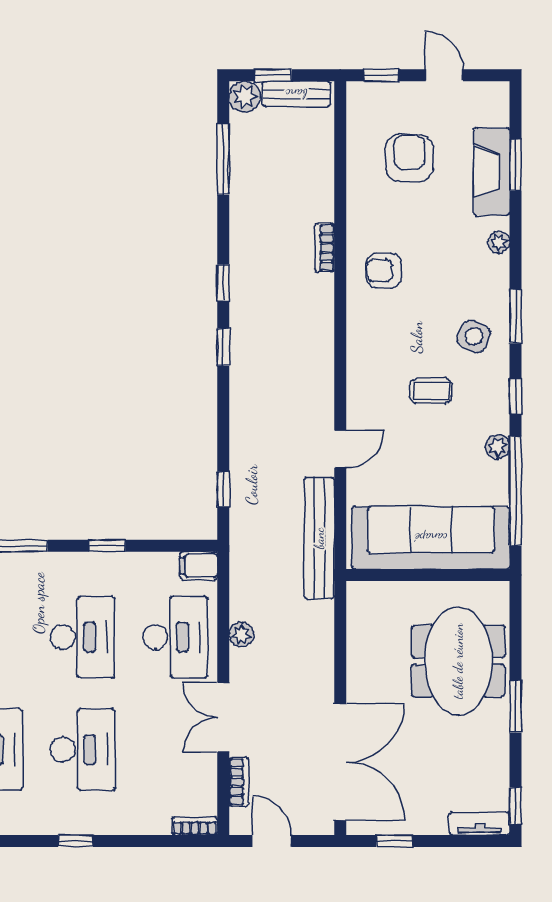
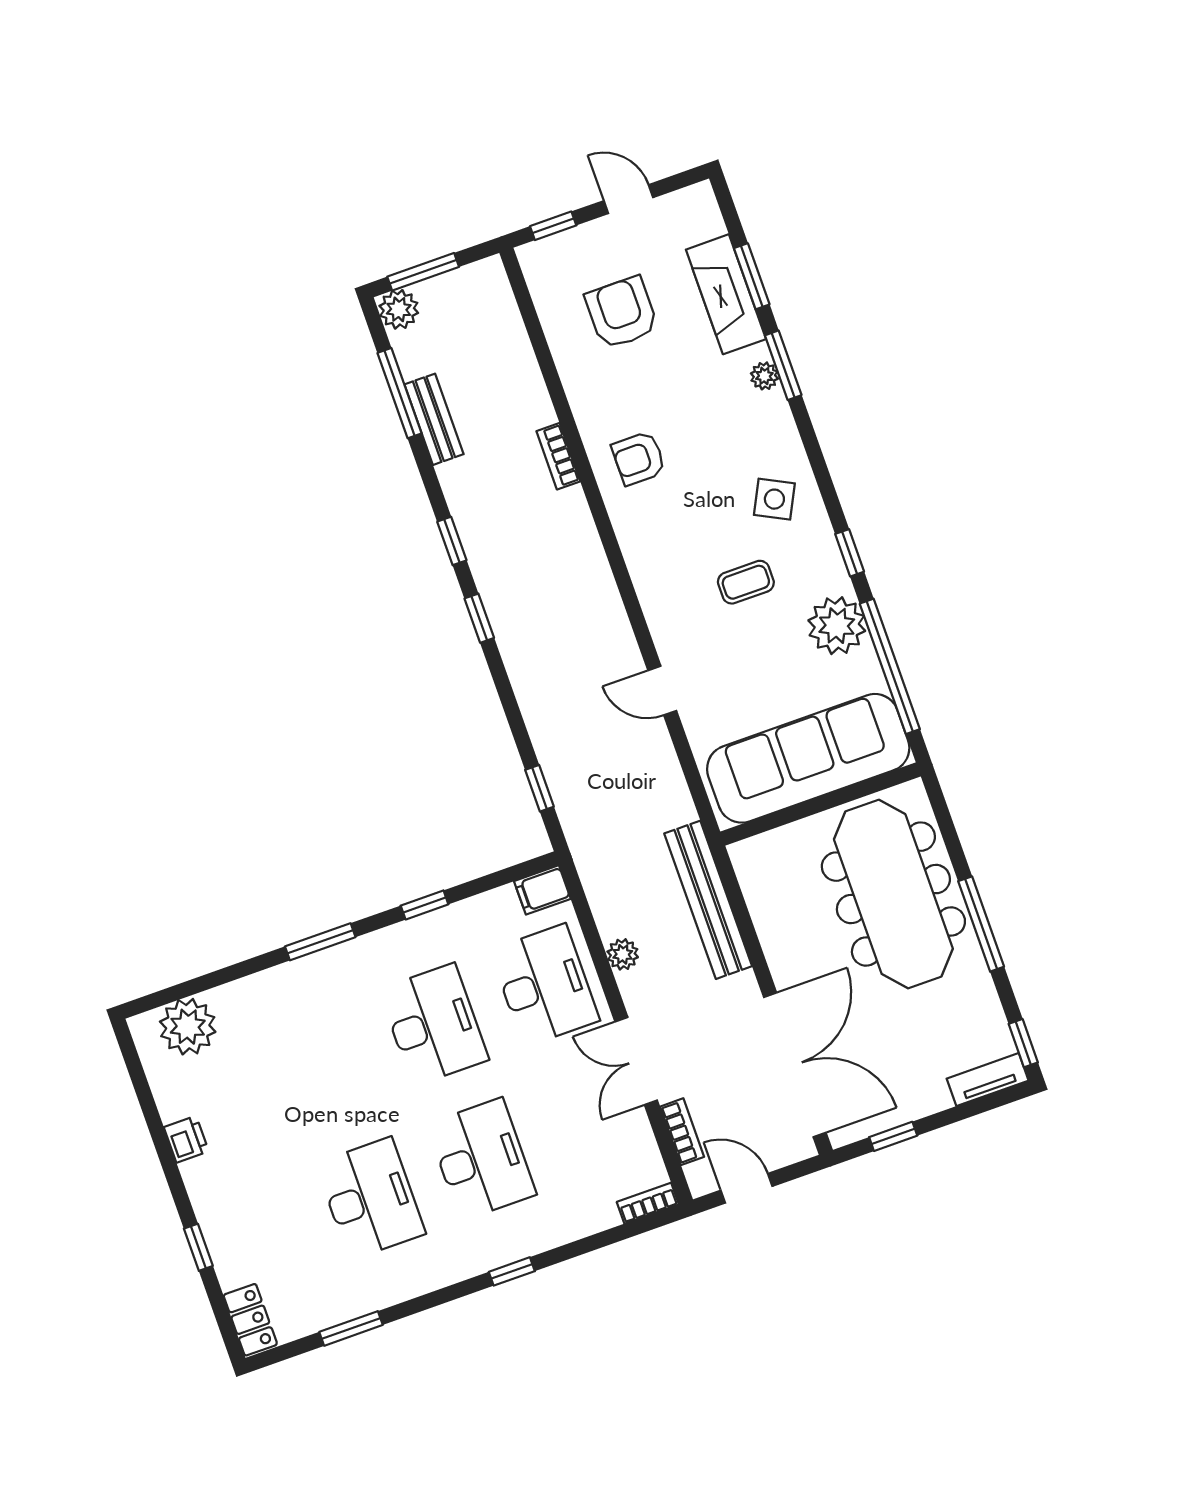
window: (273, 75) -> (423, 272), width x1.50
bench: (296, 94) -> (434, 419), moved, turned 90
window: (516, 316) -> (783, 365), moved
plant: (498, 447) -> (837, 626), width x1.88, depth x1.88
door: (340, 449) -> (662, 691), swing flipped
bench: (319, 538) -> (708, 900), moved
meeting table: (458, 661) -> (893, 894), width x1.36
window: (516, 706) -> (981, 924), width x1.44

